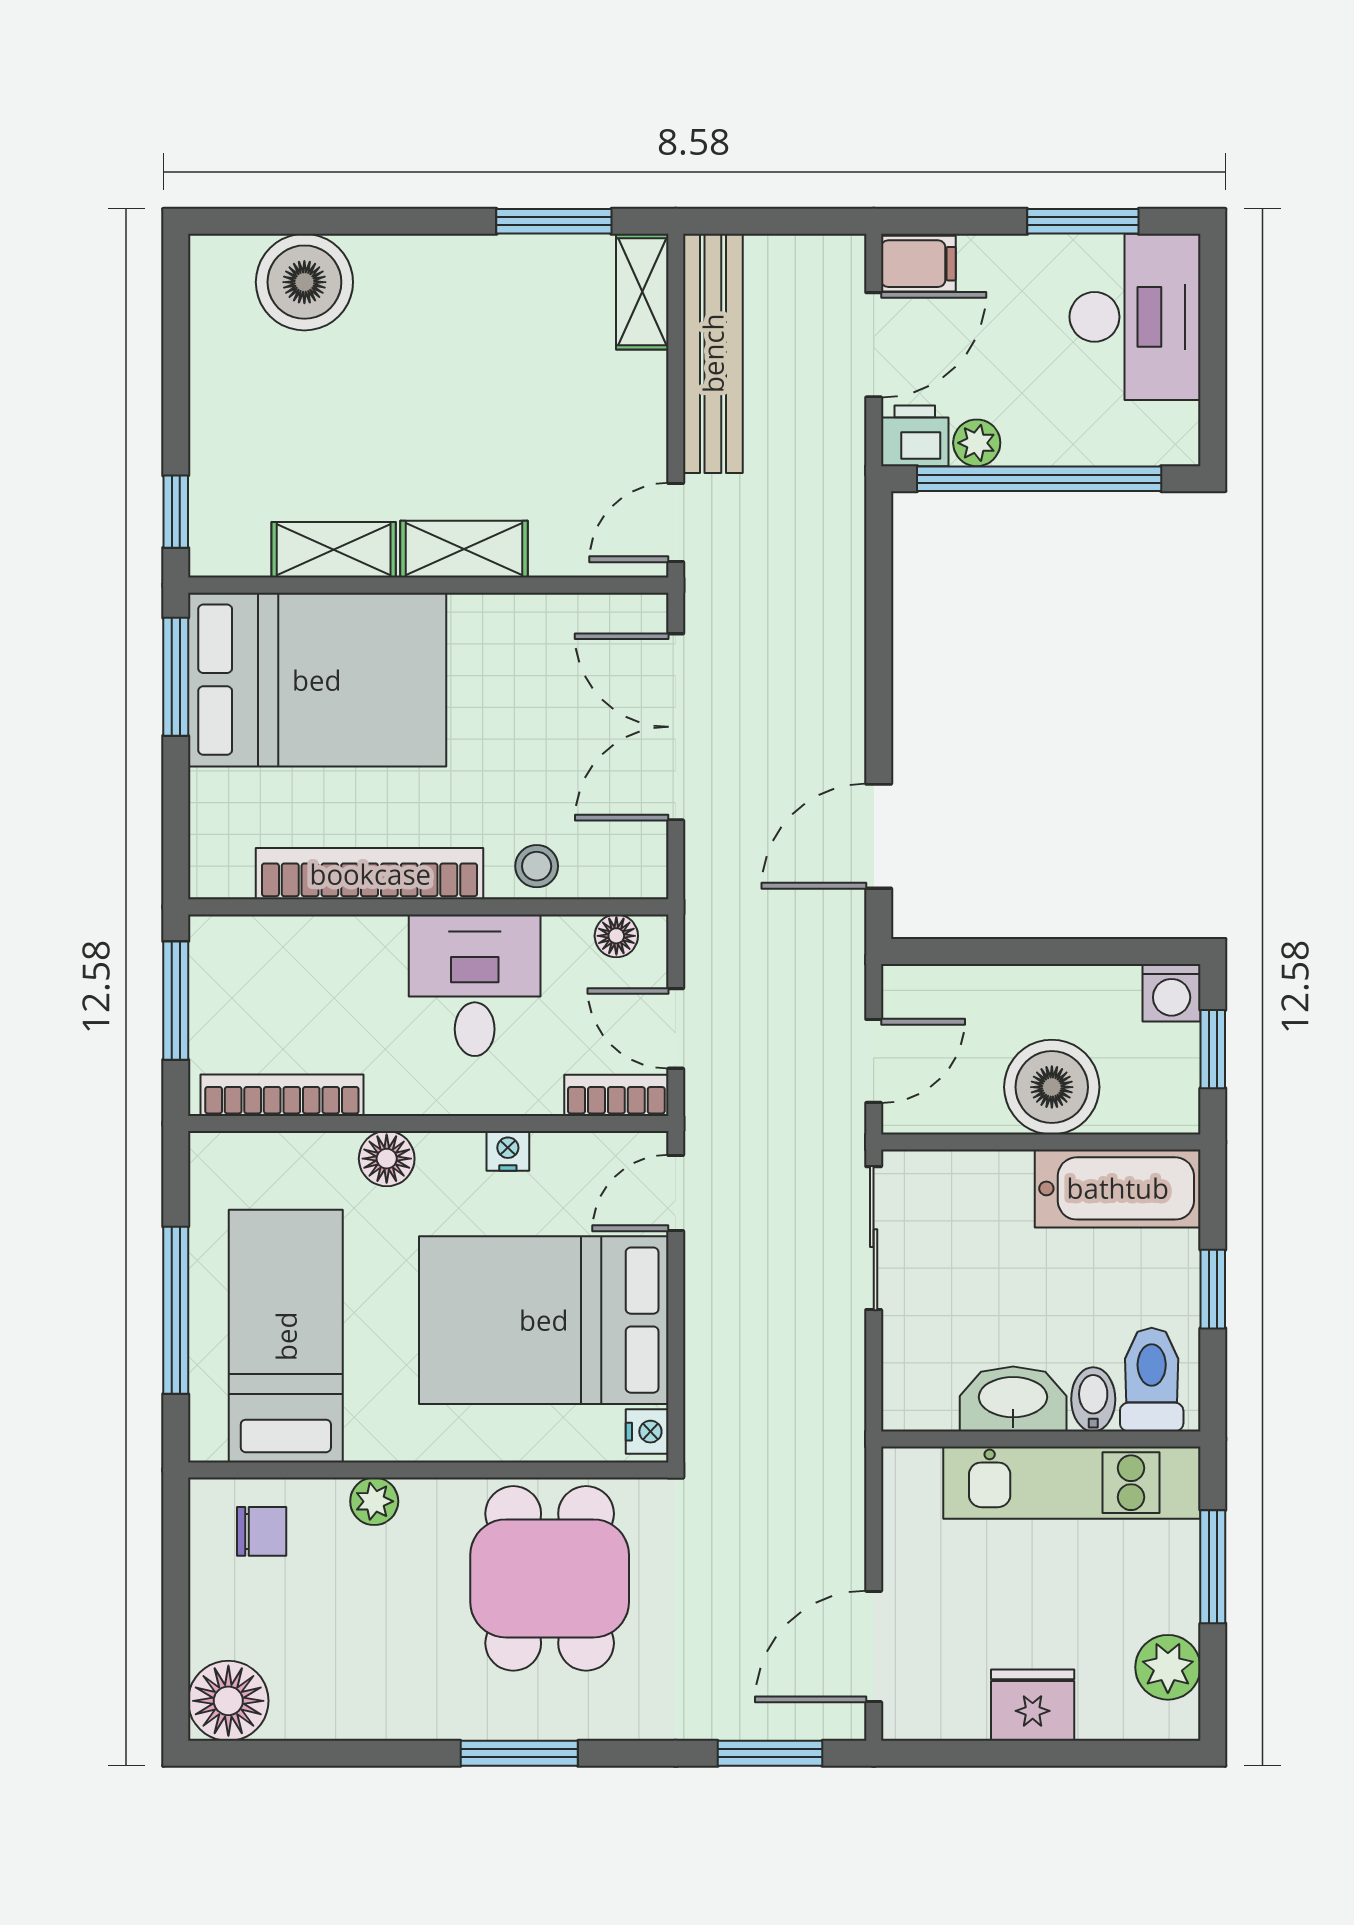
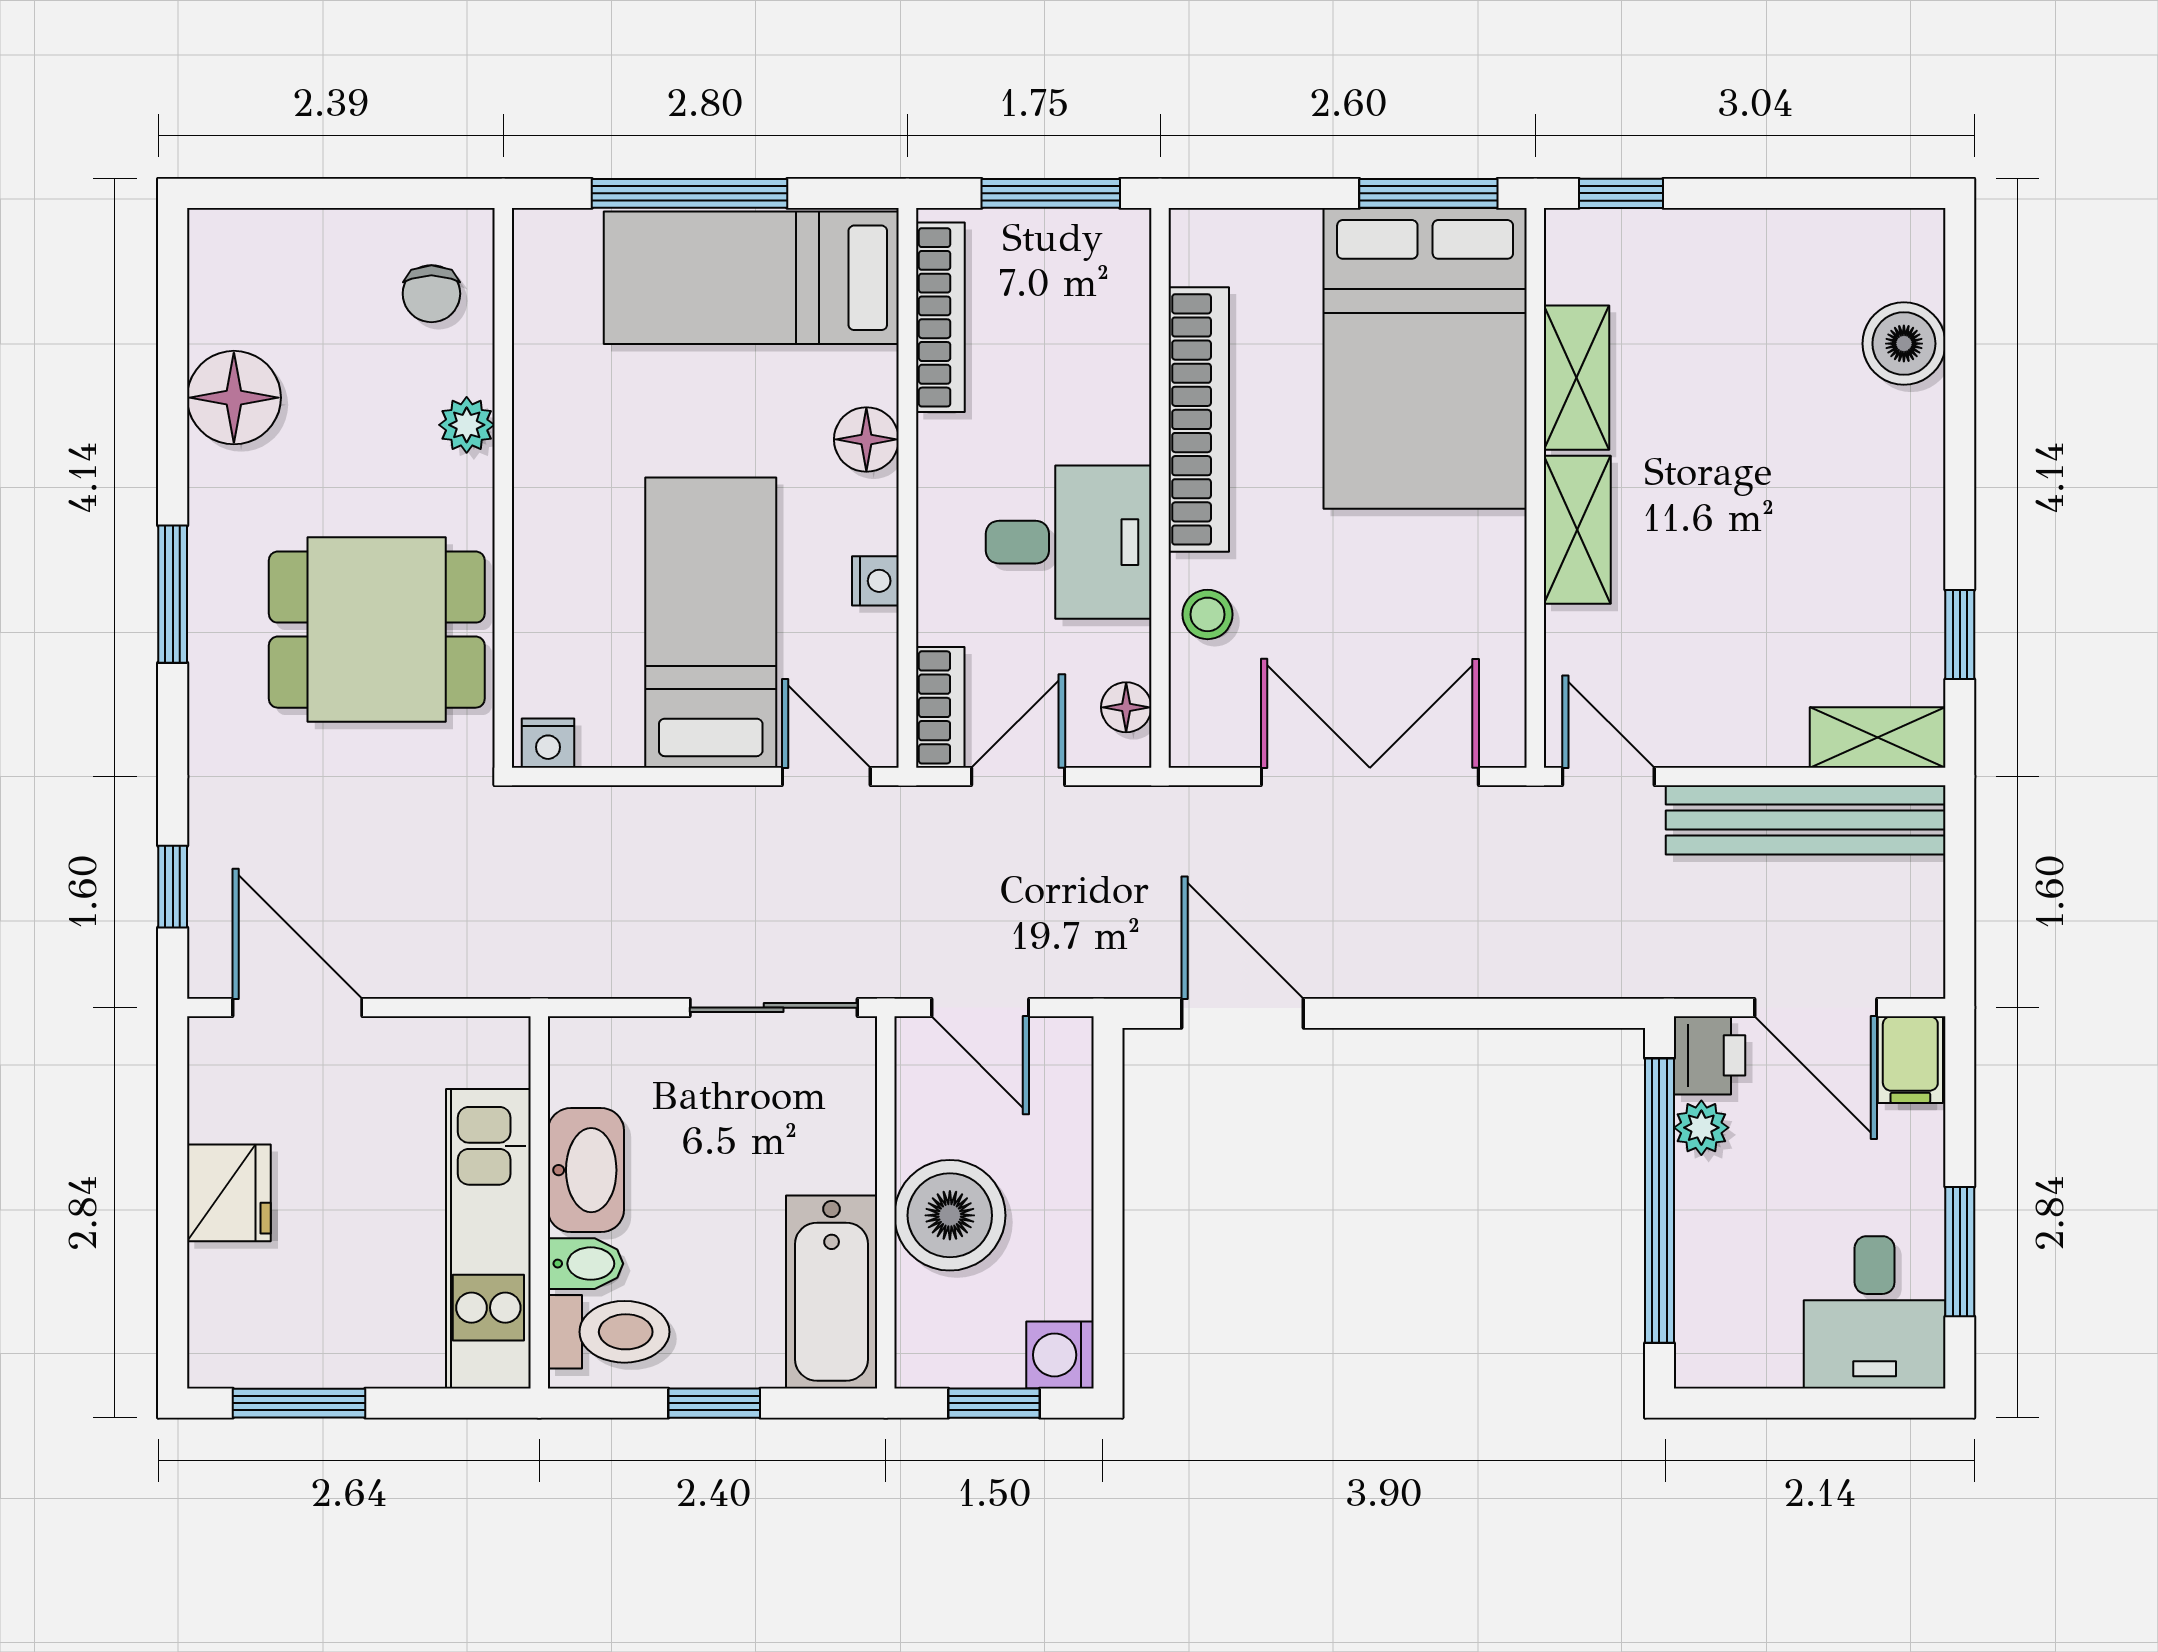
window: (554, 221) -> (1960, 634), width x0.67
boiler: (304, 282) -> (1904, 344), width x0.73, depth x0.73
desk: (1135, 317) -> (1875, 1312), width x0.73
bed: (544, 1320) -> (711, 623), width x0.67
bed: (286, 1336) -> (751, 278), moved, turned 180
window: (1213, 1567) -> (299, 1403), moved
plant: (1168, 1667) -> (273, 1351), removed
floor lamp: (228, 1701) -> (234, 398), moved
window: (770, 1753) -> (173, 887), width x0.67

